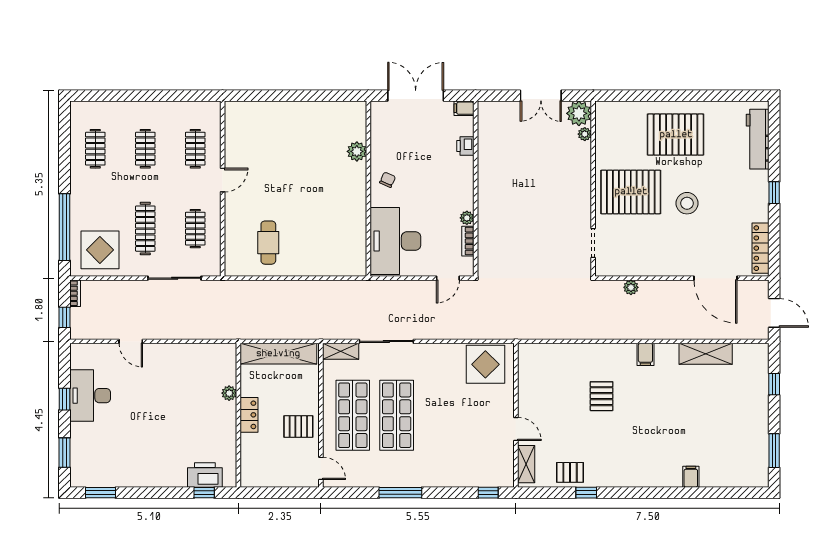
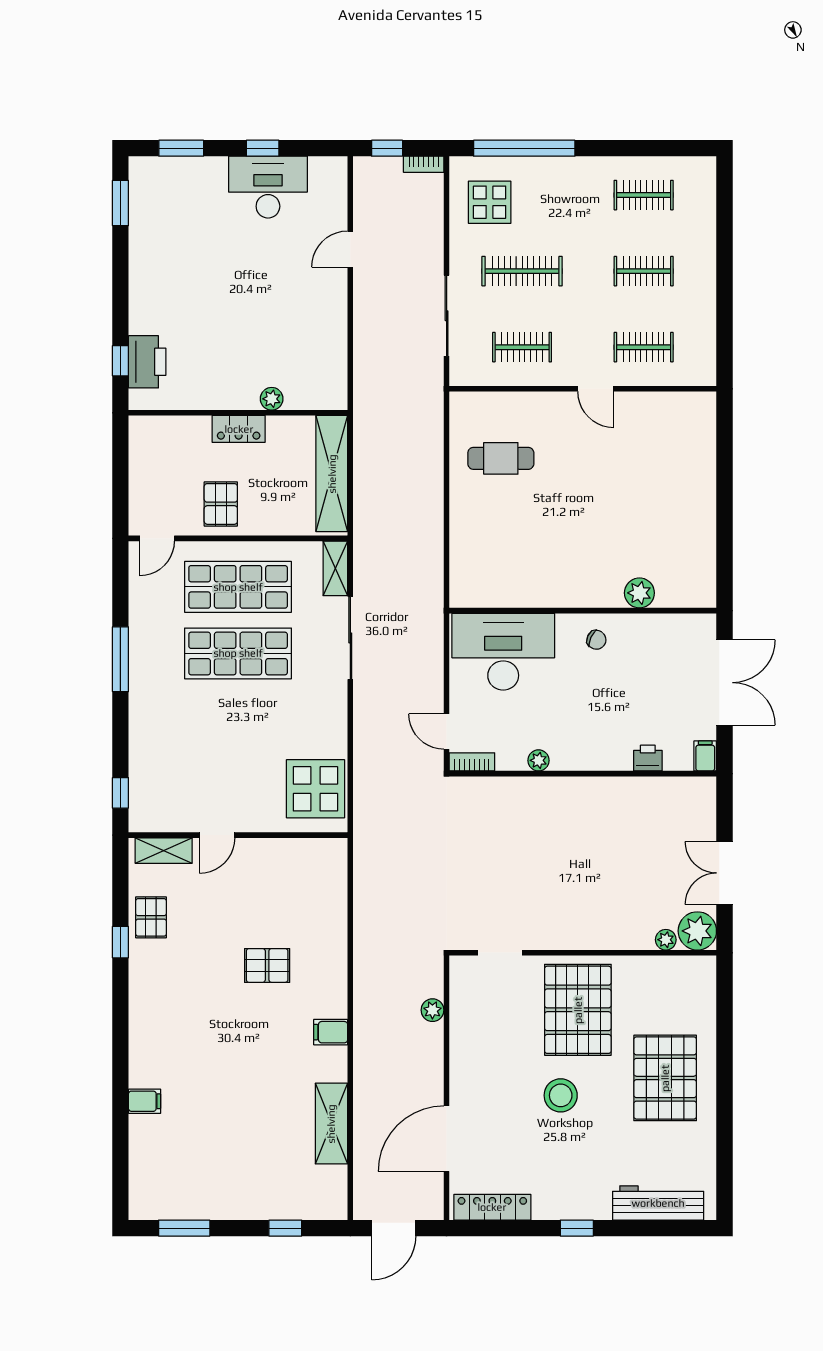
bookcase: (468, 241) -> (472, 762), moved
display table: (100, 250) -> (490, 202), width x0.73, depth x0.73

